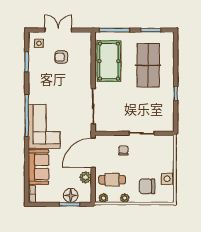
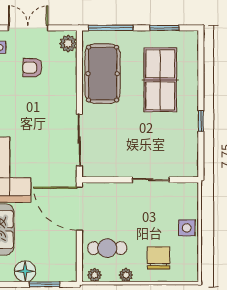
chair: (123, 150) -> (124, 205), removed
door: (93, 153) -> (79, 209), hinge flipped
plant: (86, 177) -> (68, 44), moved
side table: (167, 179) -> (187, 228), moved
chair: (147, 186) -> (158, 258), turned 90
floor lamp: (71, 195) -> (25, 271), moved

